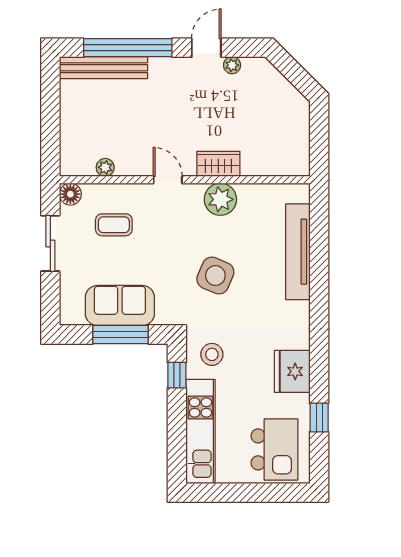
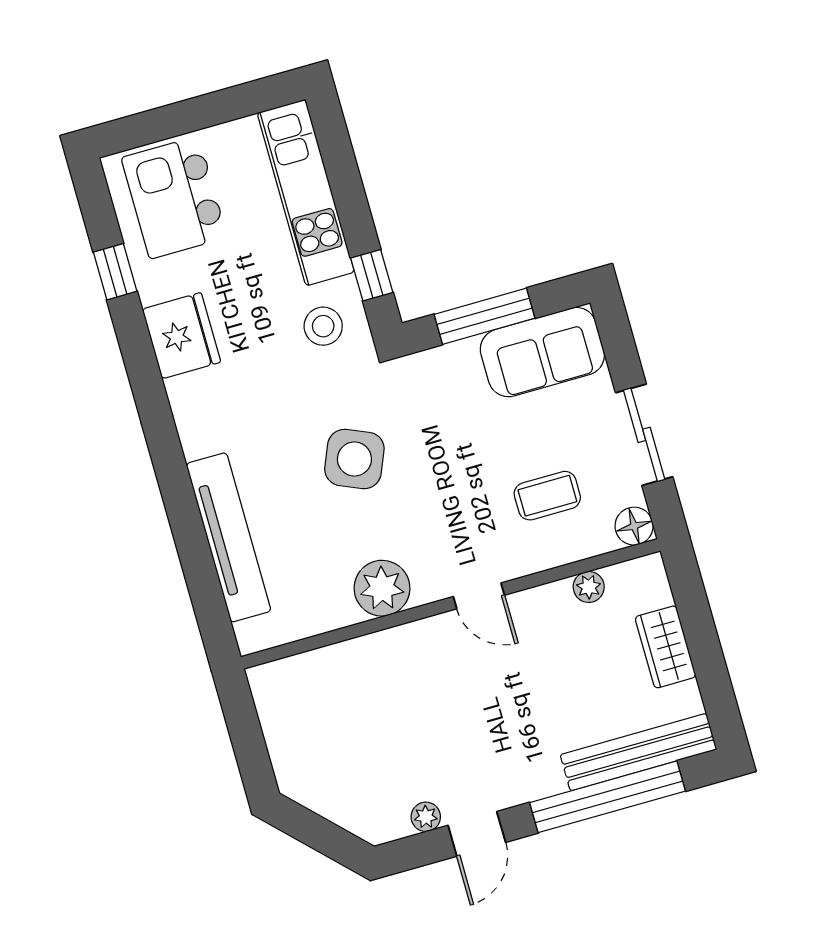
wardrobe: (218, 164) -> (665, 647), moved, turned 90
sofa: (120, 305) -> (542, 352), moved

